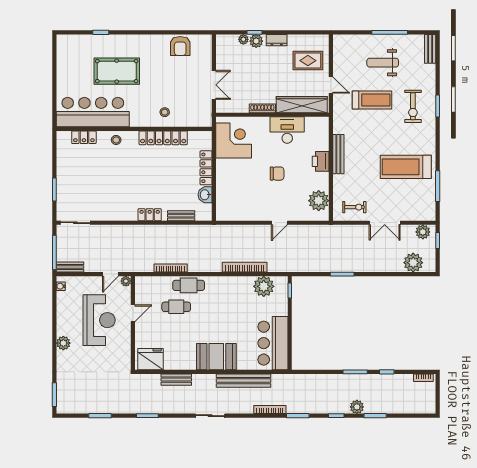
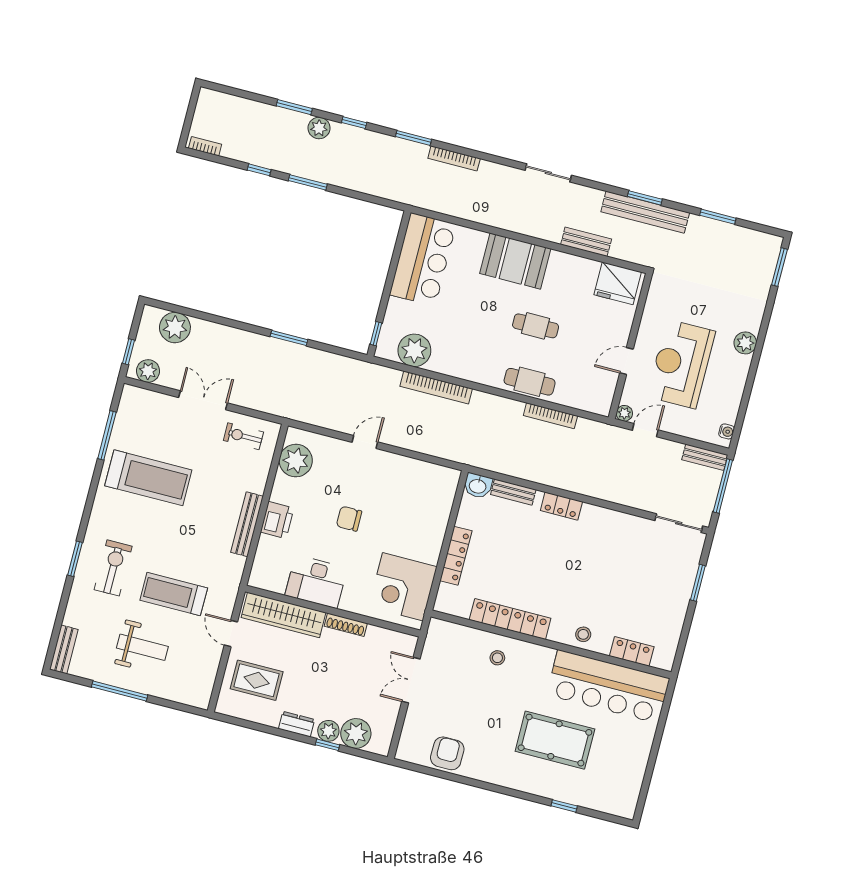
plant: (243, 39) -> (356, 733), width x1.88, depth x1.88
washbasin: (205, 195) -> (478, 486), moved, turned 90
cafe table: (176, 307) -> (536, 326), moved
bench: (243, 381) -> (645, 212), moved

